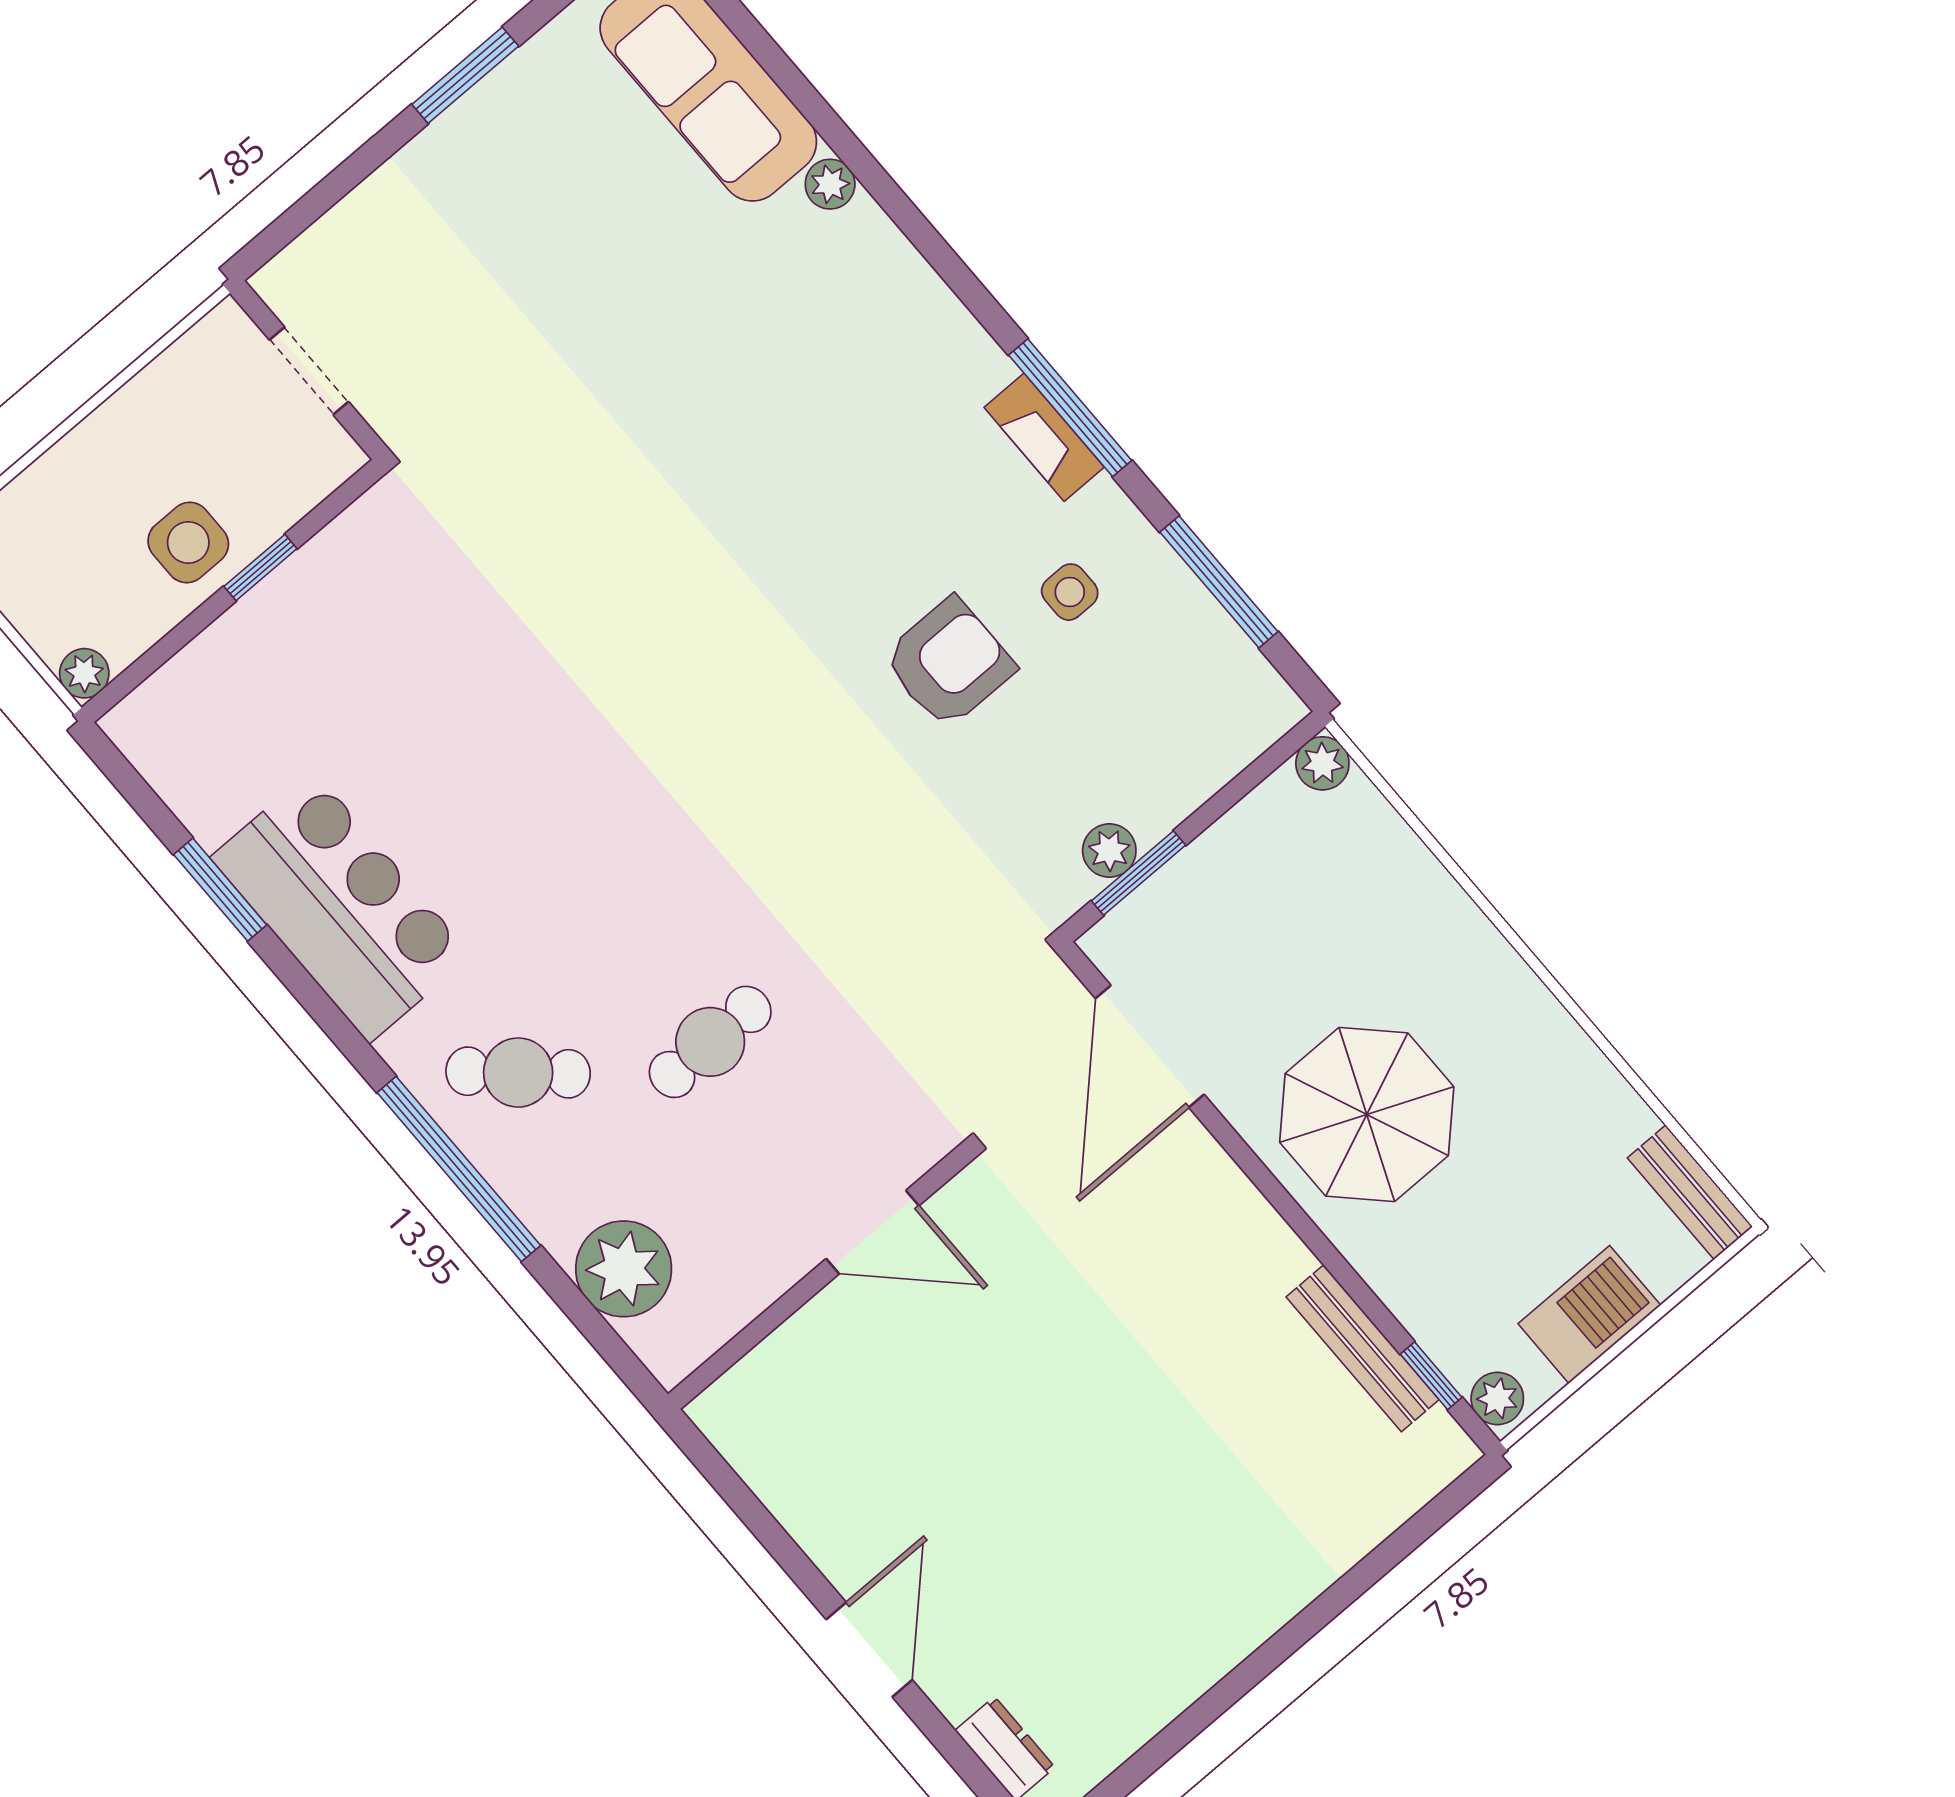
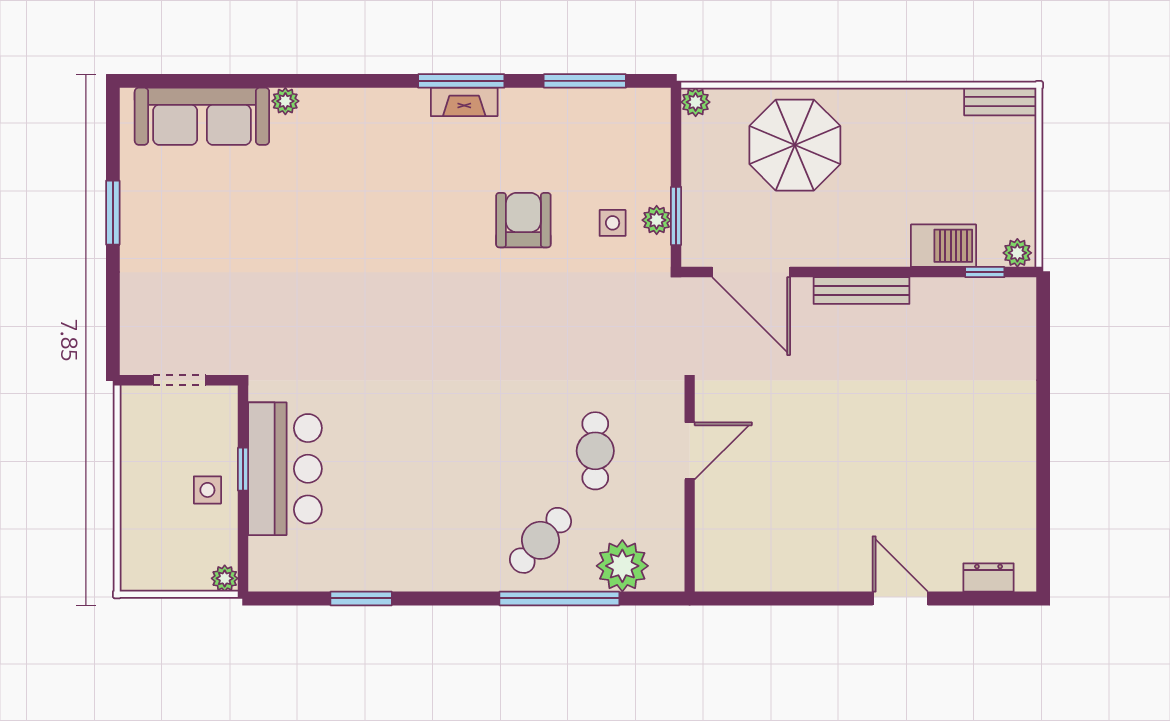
side table: (188, 542) -> (207, 490), width x0.73, depth x0.73
side table: (1070, 592) -> (613, 223), moved
bar counter: (341, 907) -> (285, 469), moved, turned 90
parasol: (1367, 1115) -> (795, 145), moved
door: (873, 1232) -> (690, 451), moved
plant: (624, 1269) -> (622, 566), moved
wall: (819, 1278) -> (690, 489), moved
barbecue: (1589, 1314) -> (943, 246), moved, turned 90
bench: (1363, 1348) -> (861, 291), moved

